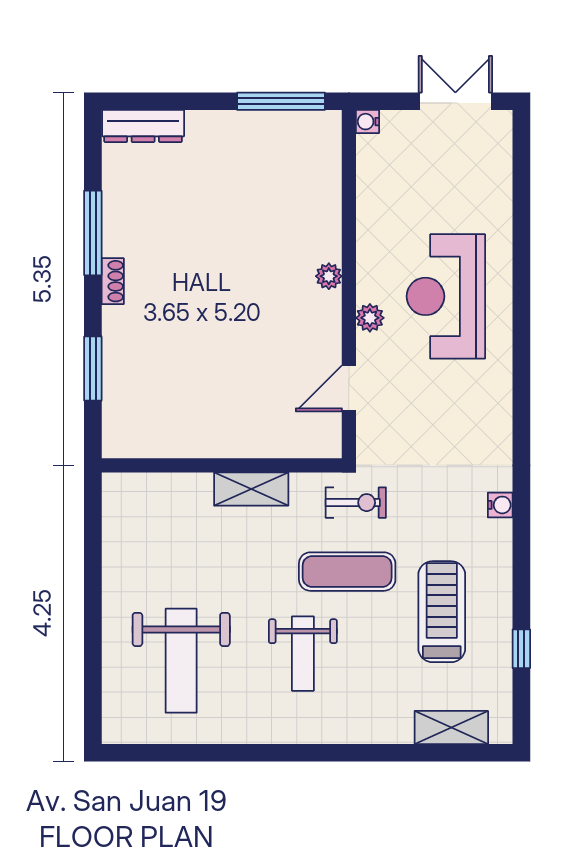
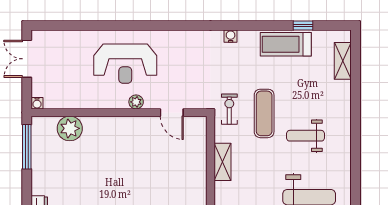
plant: (329, 276) -> (70, 128), moved, width x1.87, depth x1.87
treadmill: (442, 612) -> (286, 44), moved
weight bench: (303, 654) -> (306, 136), turned 180

